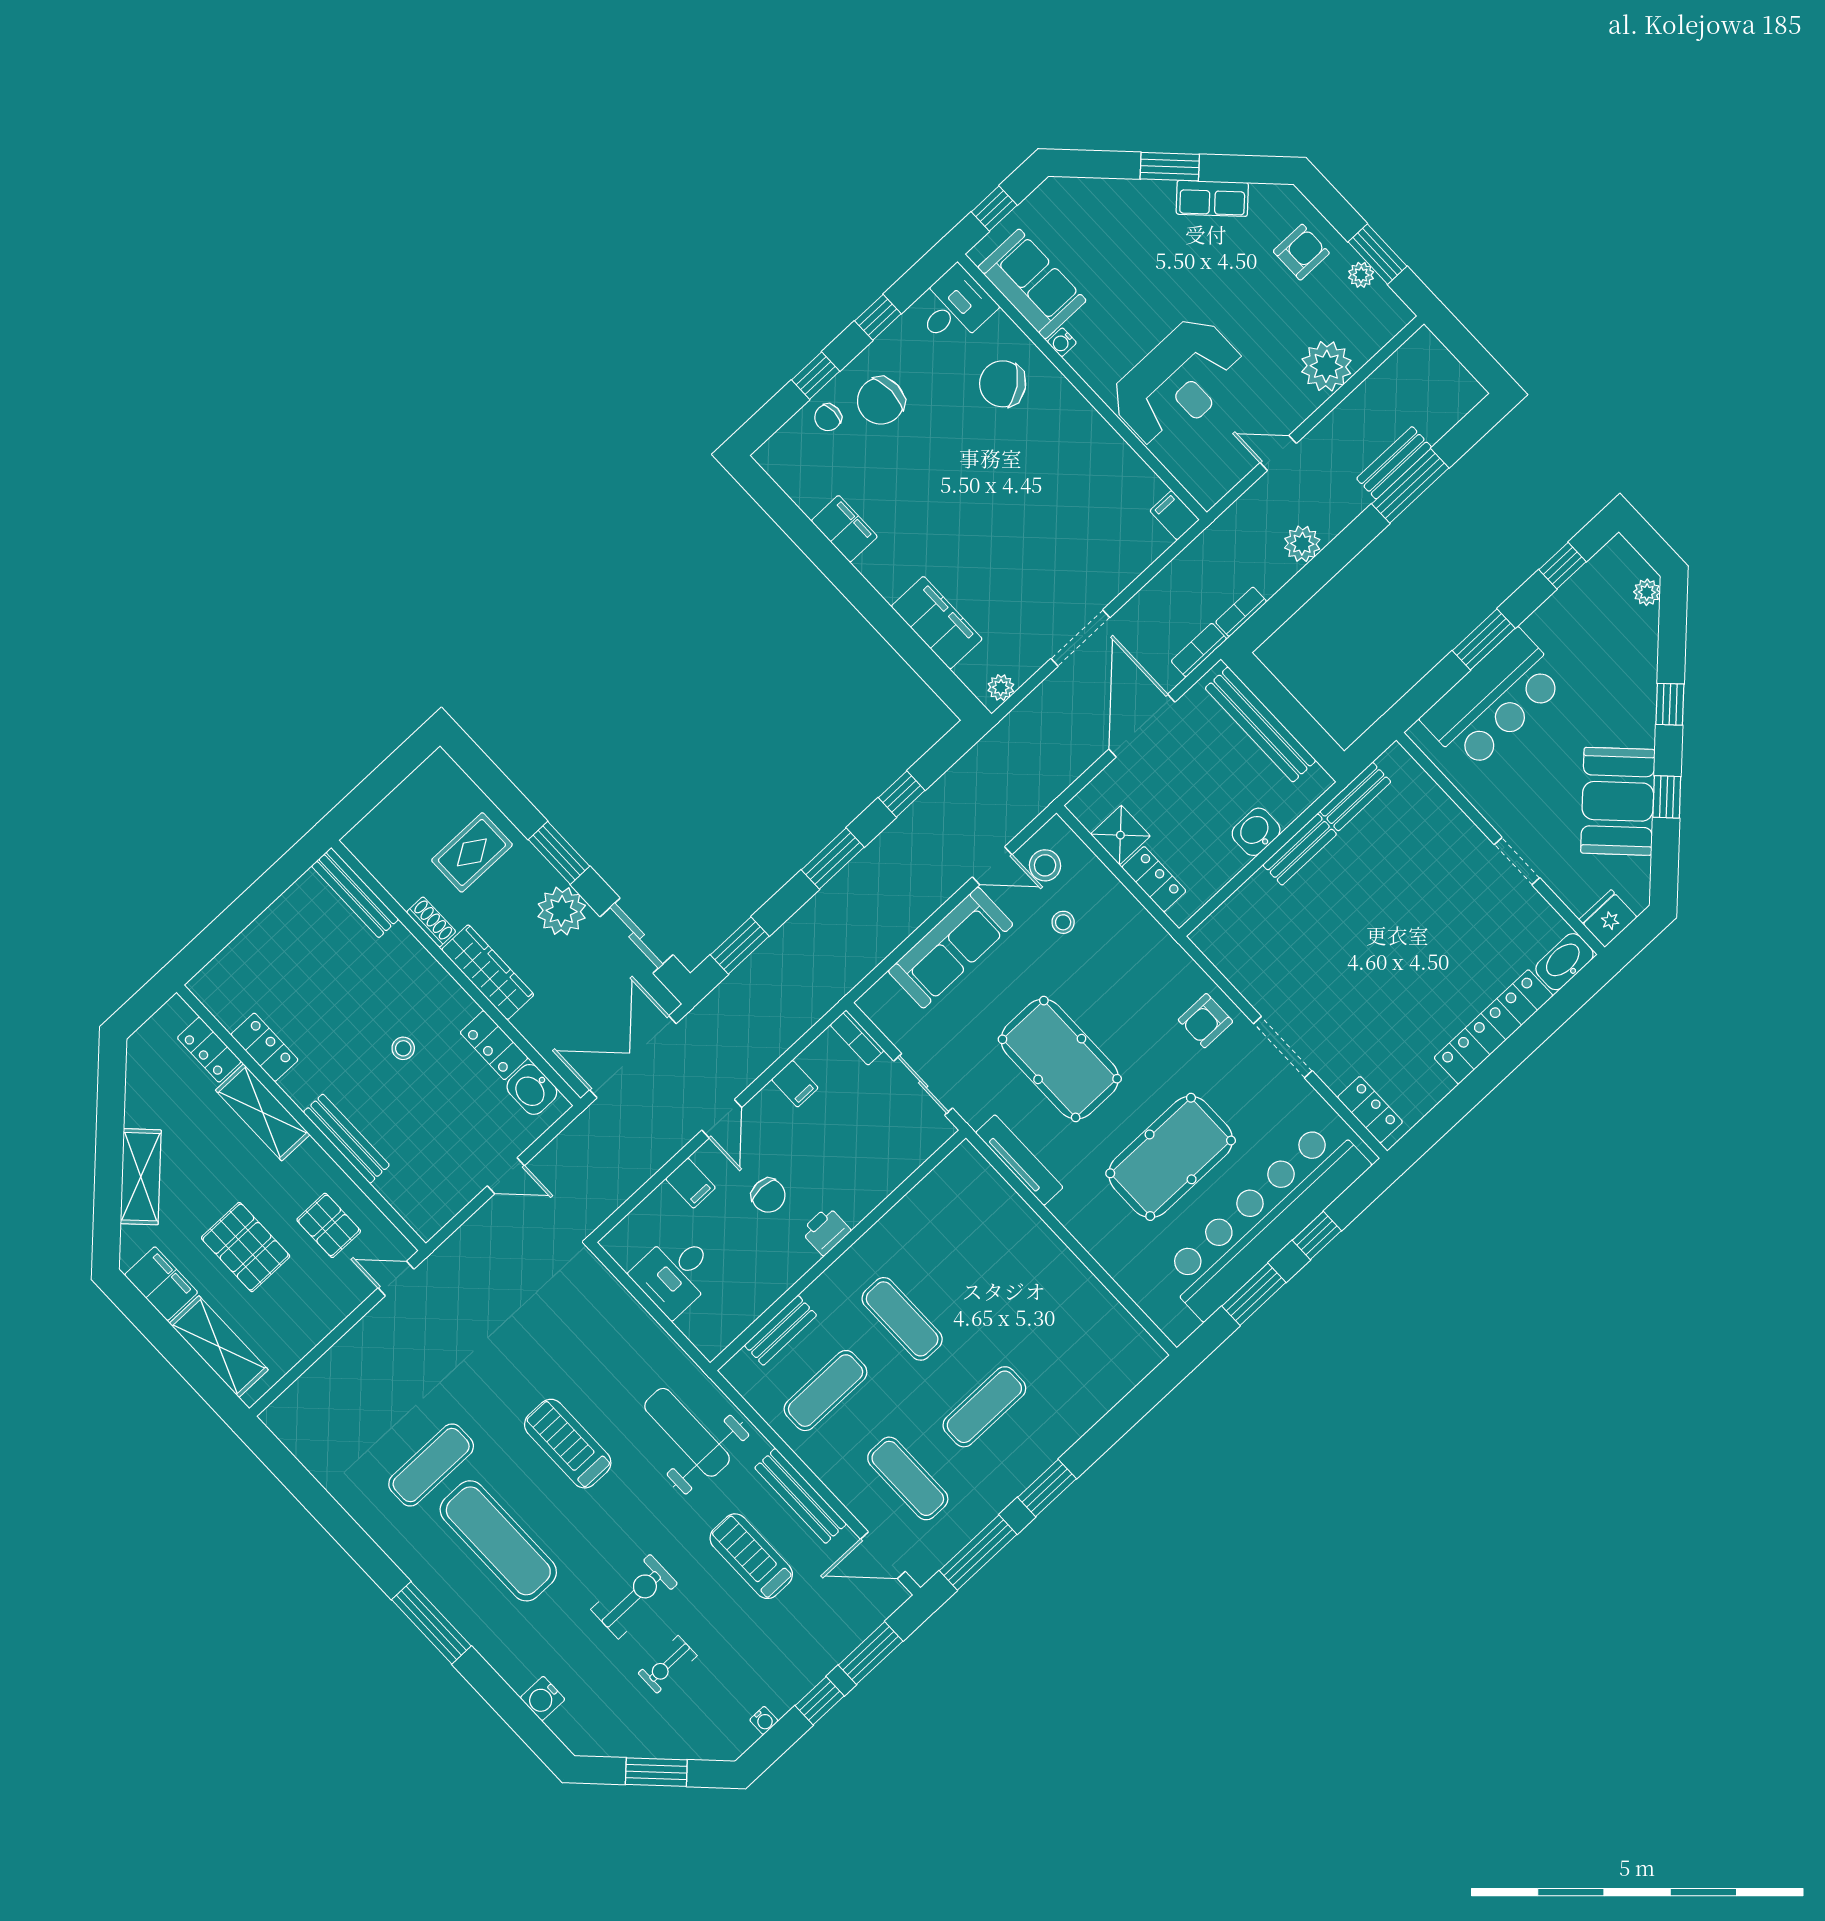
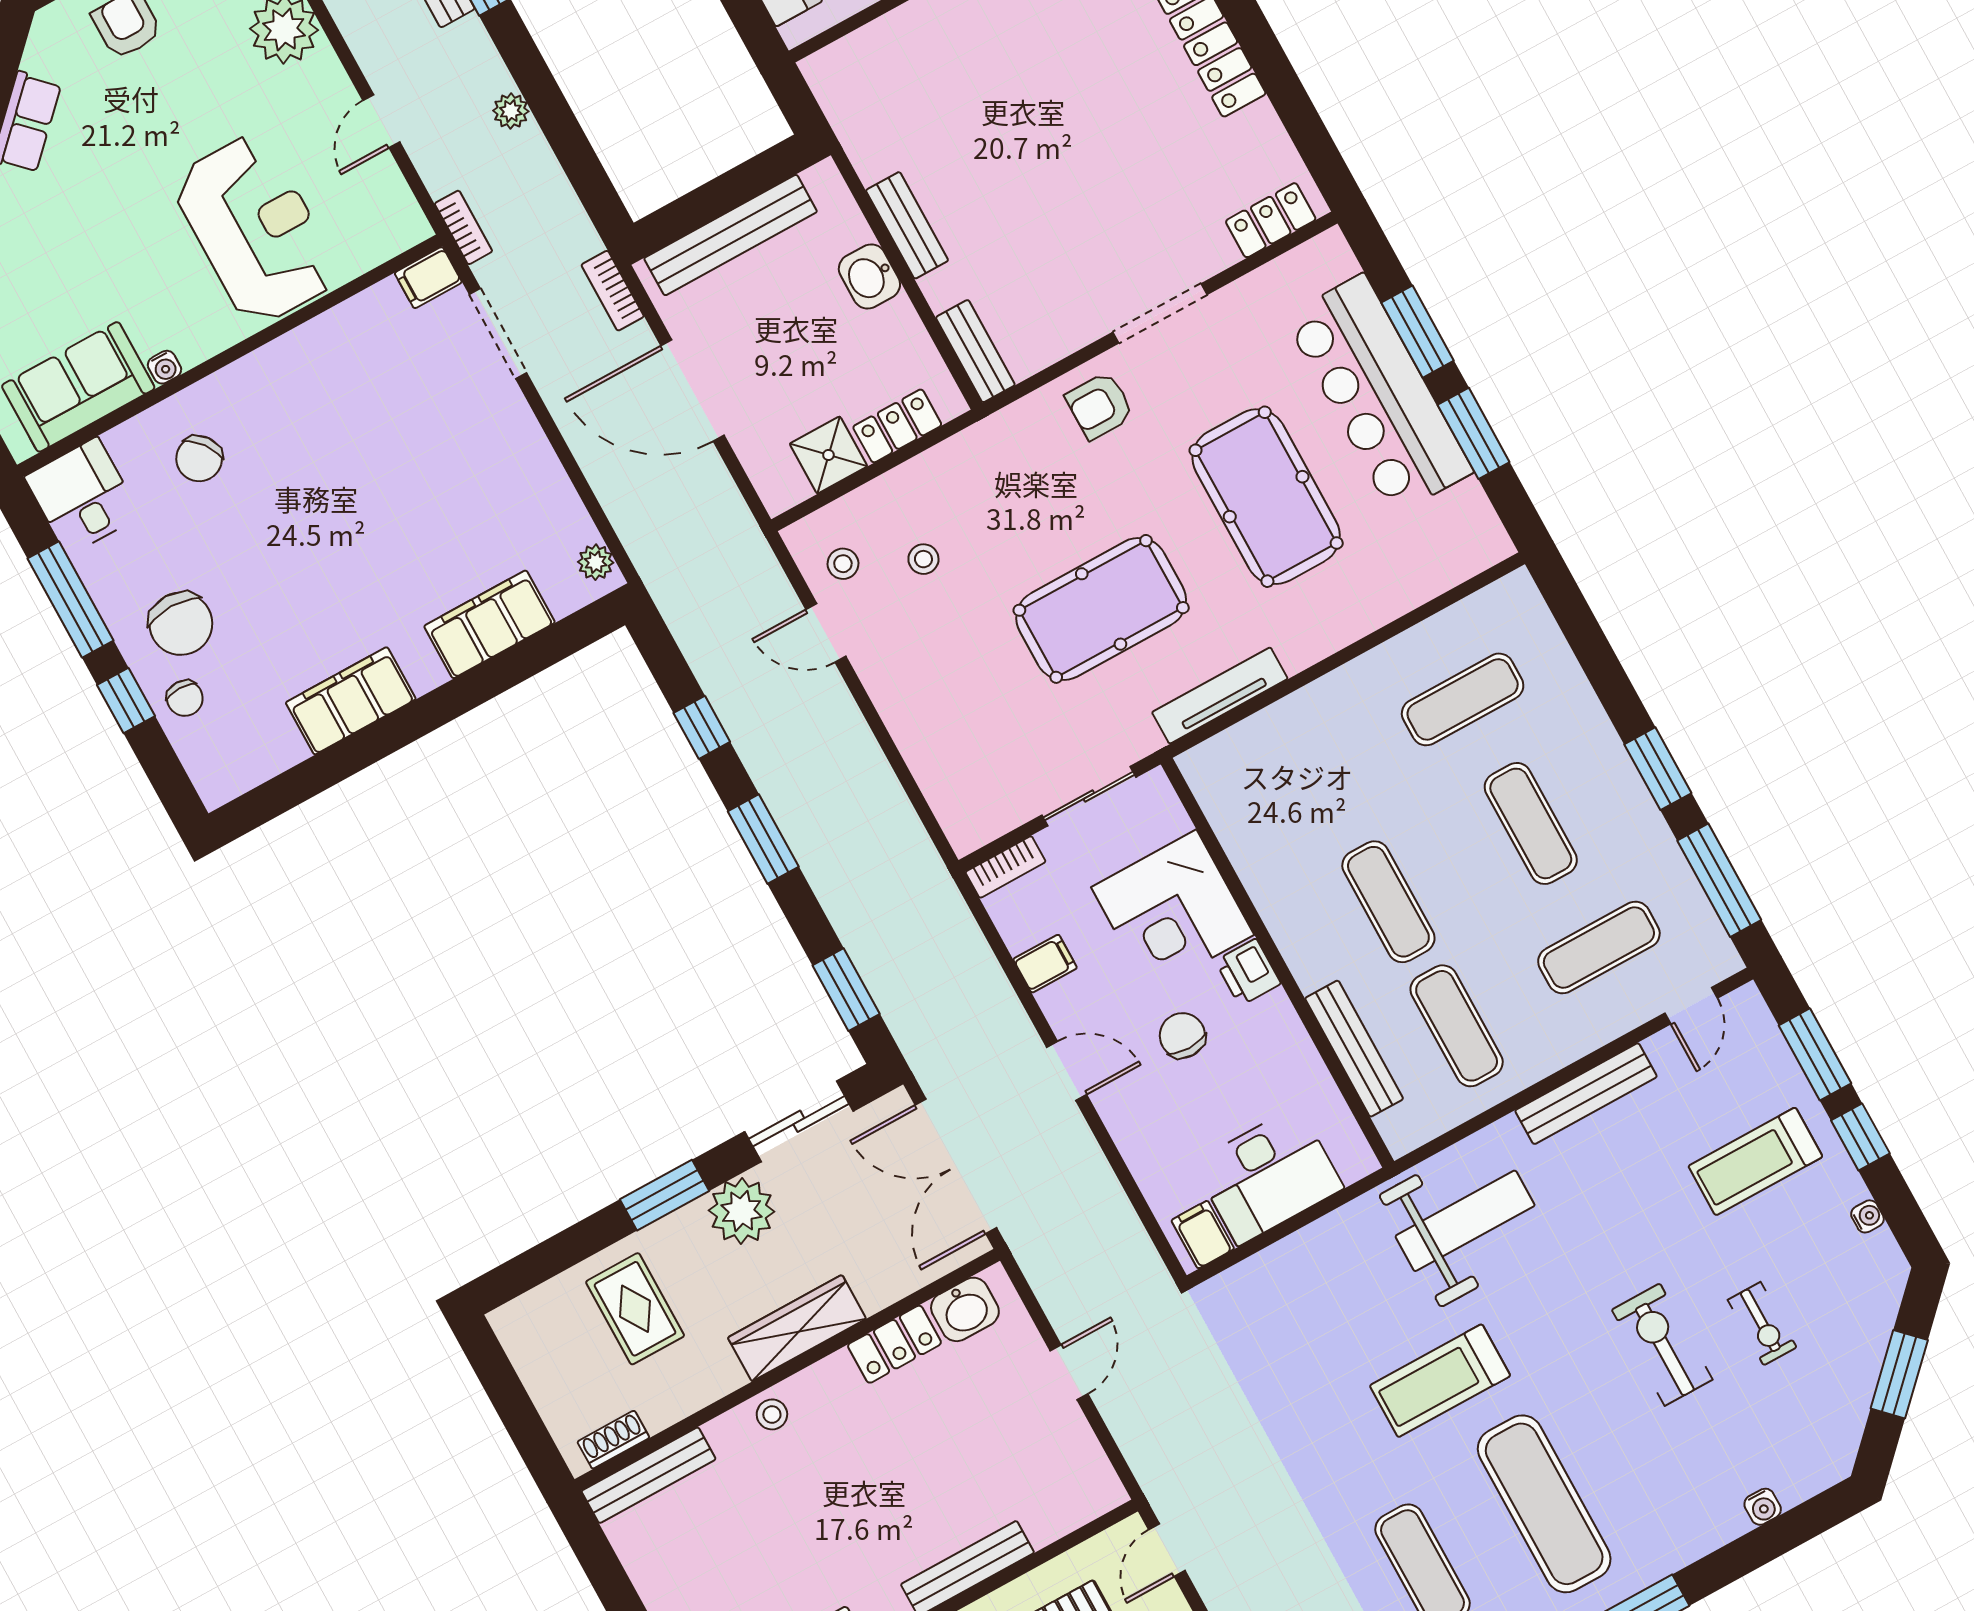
window: (878, 317) -> (71, 600), width x2.17
chair: (1003, 384) -> (199, 459), width x0.73, depth x0.73
filing cabinet: (844, 529) -> (351, 701), width x1.50, depth x1.17
plant: (1302, 544) -> (511, 111), width x0.73, depth x0.73
bookcase: (1241, 612) -> (463, 227), moved, turned 180
doorway: (1080, 638) -> (498, 333), moved
bench: (1355, 797) -> (975, 351), moved
stool: (1045, 865) -> (843, 564), width x0.73, depth x0.73
door: (992, 866) -> (826, 633), swing flipped
shoe rack: (431, 922) -> (613, 1440), moved
sofa: (951, 948) -> (919, 715), removed
armchair: (1205, 1021) -> (1100, 406), turned 90
stool: (403, 1048) -> (772, 1414), moved
corner desk: (856, 1166) -> (1173, 911), added
filing cabinet: (691, 1183) -> (1203, 1235), moved, turned -90
chair: (768, 1195) -> (1182, 1036), turned -90
bar counter: (1265, 1219) -> (1379, 394), width x0.73
window: (1317, 1235) -> (1418, 332), width x1.50
desk: (675, 1274) -> (1268, 1176), width x1.37
exercise mat: (902, 1319) -> (1388, 902), turned 90
bench: (781, 1330) -> (1354, 1049), width x1.36
exercise mat: (1061, 1335) -> (1463, 699), added
weight bench: (687, 1432) -> (1465, 1221), turned 180
exercise mat: (498, 1541) -> (1544, 1504), turned 90
door: (883, 1555) -> (1691, 1006), width x0.73
treadmill: (751, 1556) -> (1755, 1161), moved
water cooler: (543, 1699) -> (1763, 1507), width x0.72, depth x0.72

